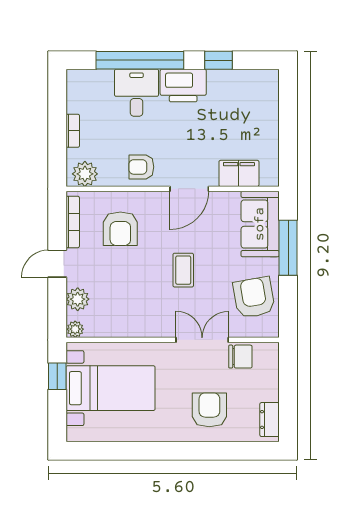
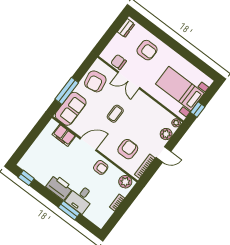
window: (140, 60) -> (69, 210), width x0.47
window: (218, 60) -> (26, 178), moved
armchair: (209, 410) -> (147, 50), turned -90

